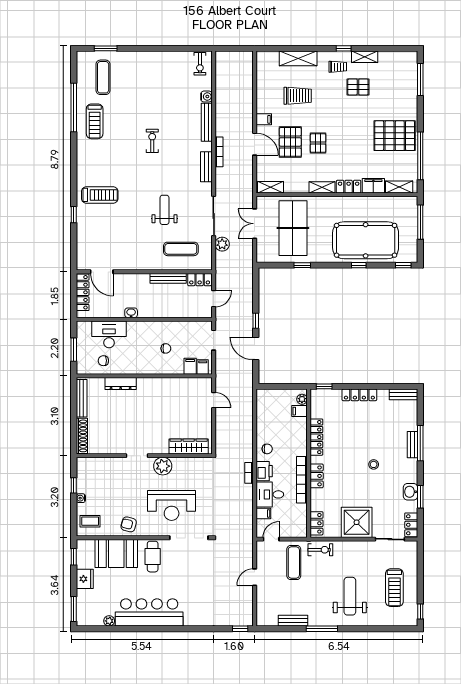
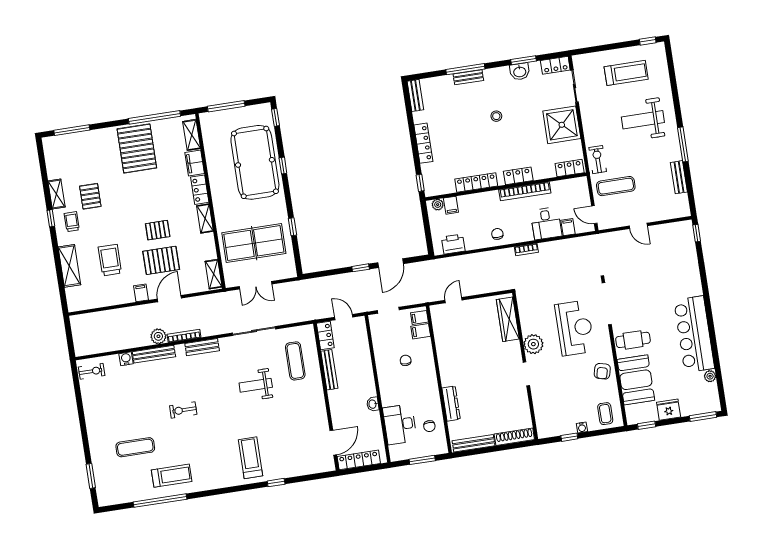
exercise mat: (103, 77) -> (135, 447), moved
plant: (222, 244) -> (158, 336), moved
printer: (264, 471) -> (453, 244), moved

